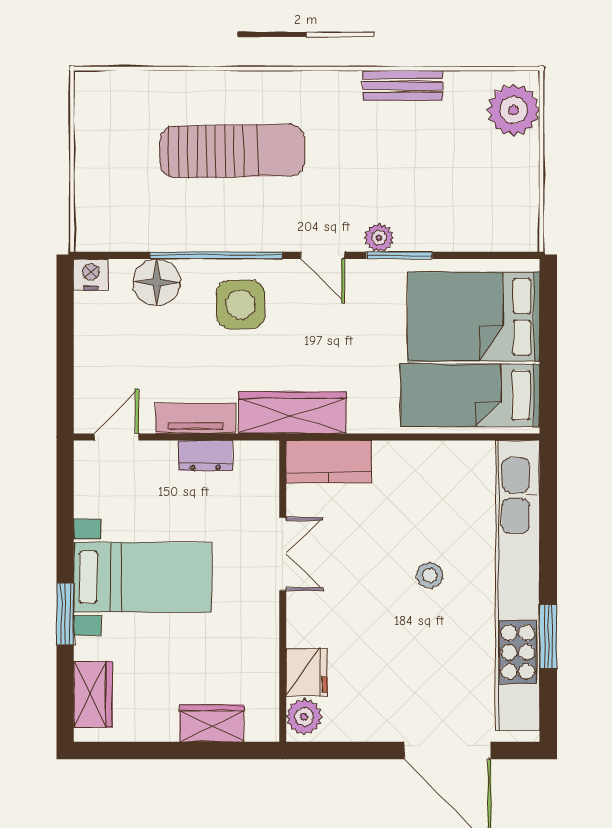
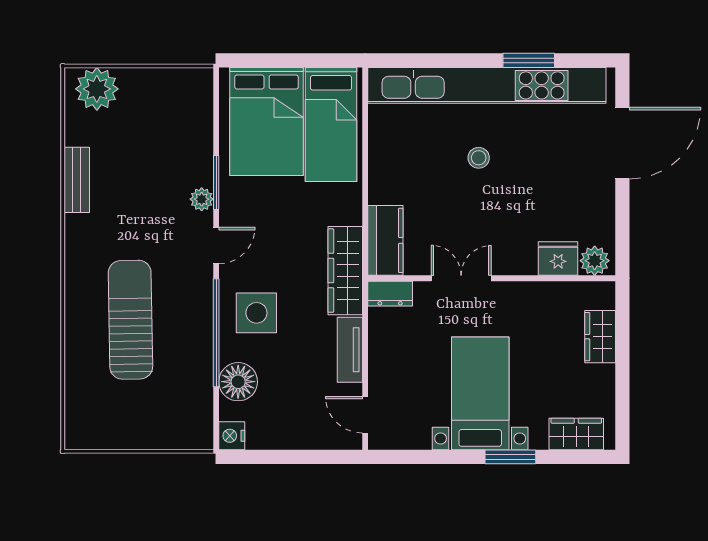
dresser: (205, 456) -> (390, 294), moved, turned 90

